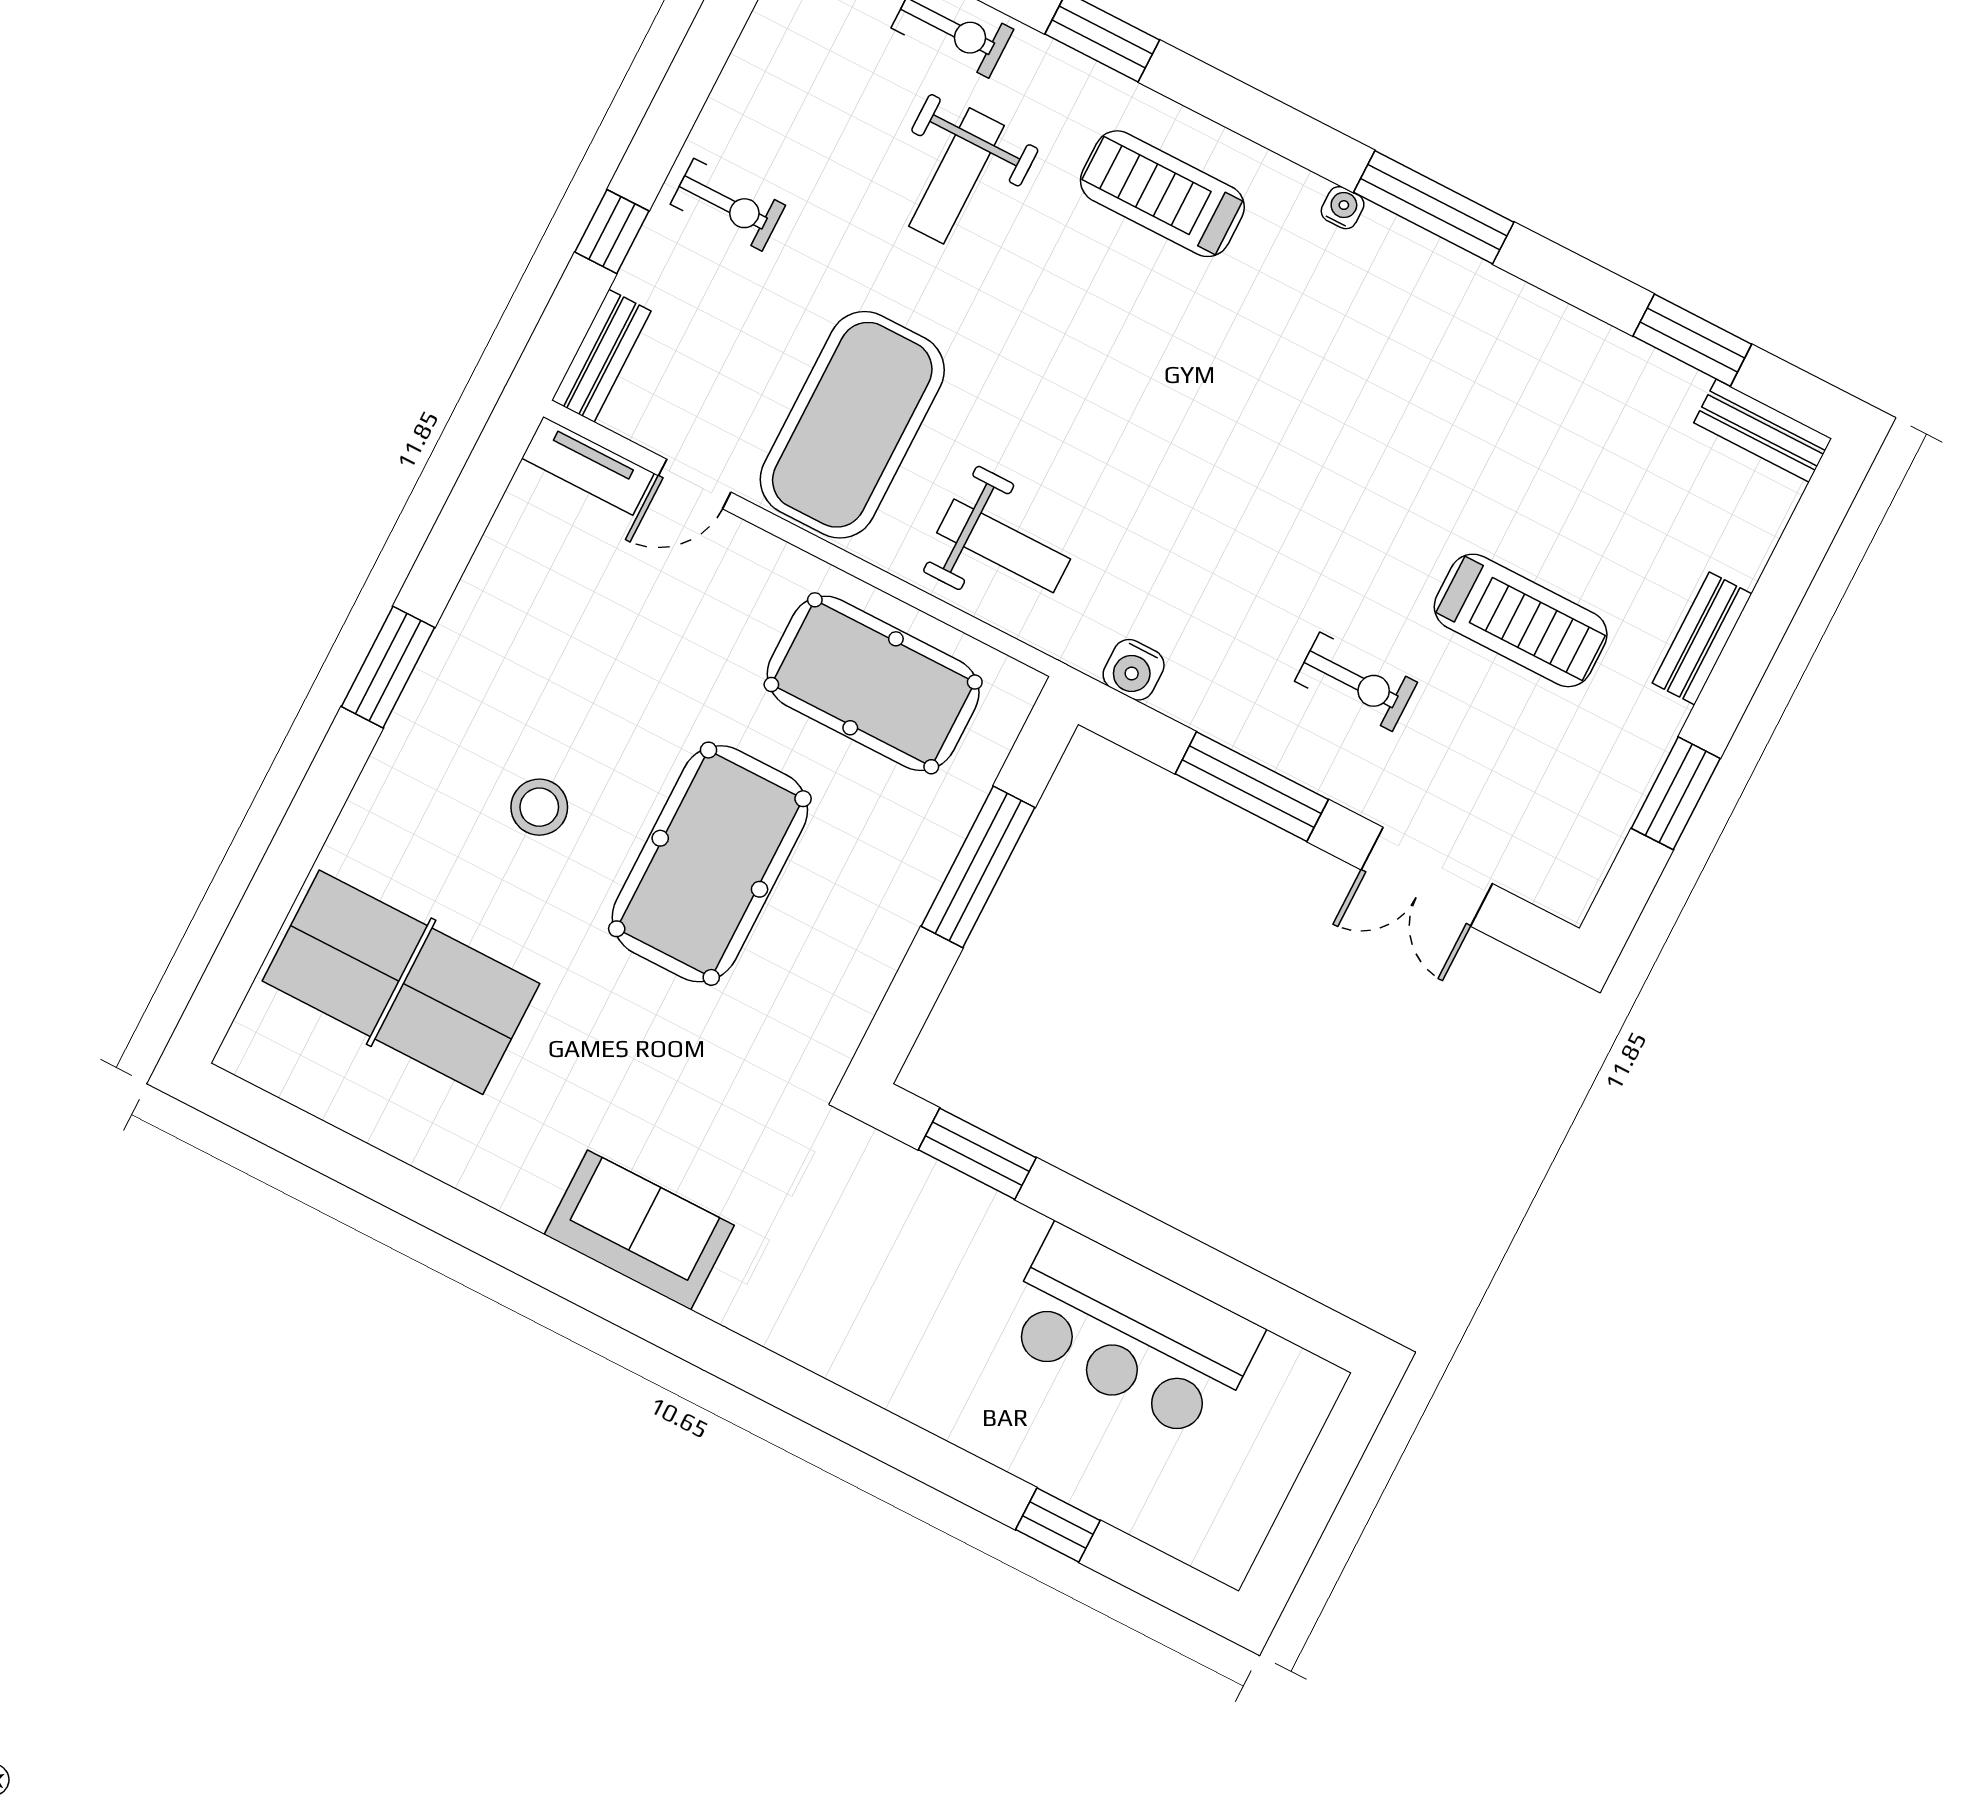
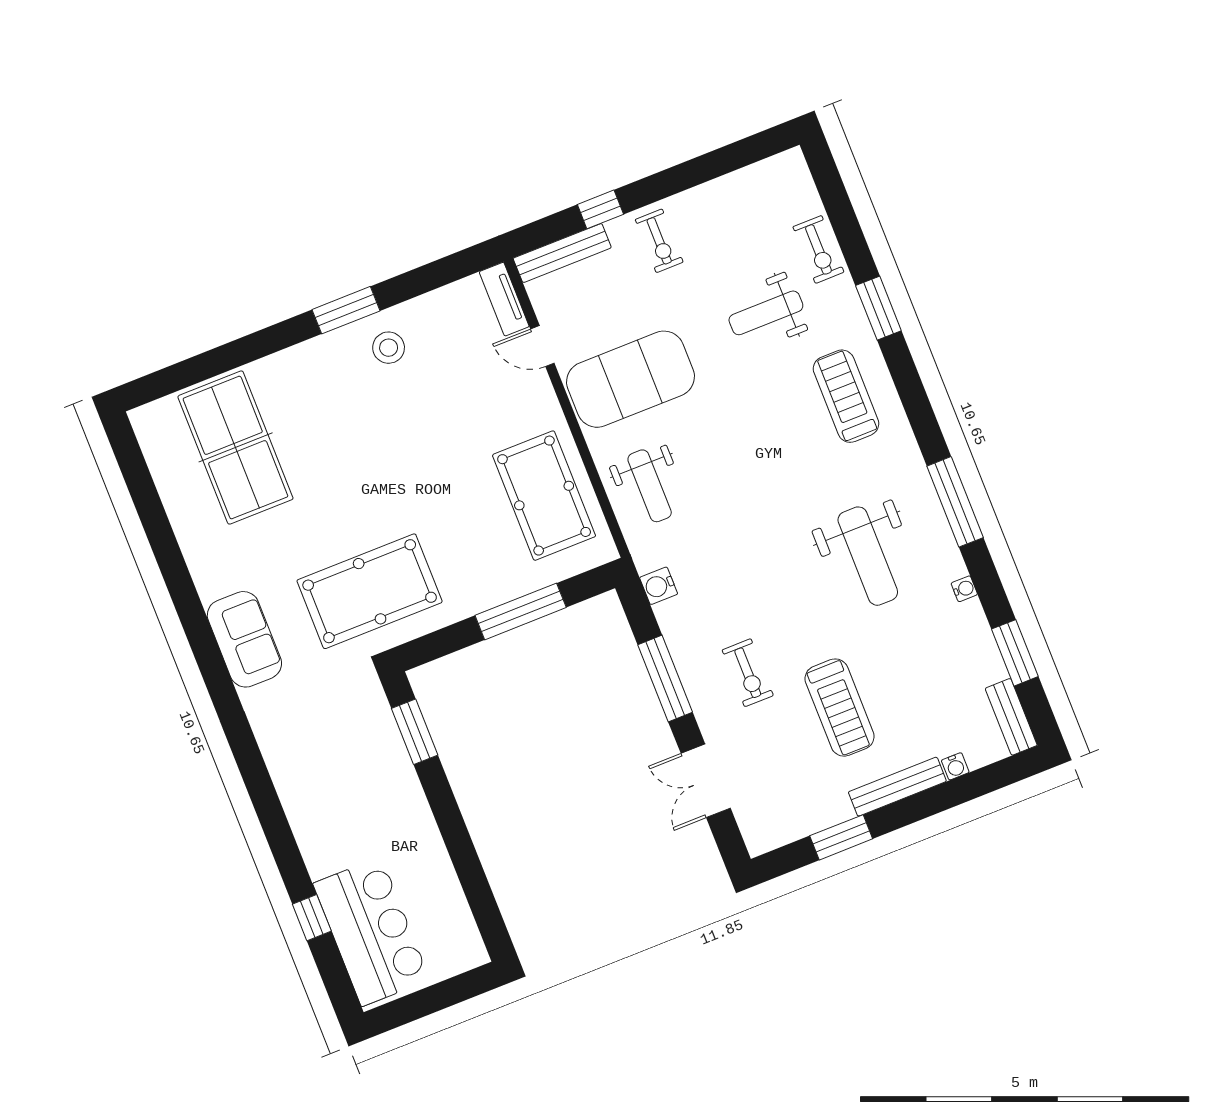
water cooler: (1343, 208) -> (964, 589), moved
bench: (601, 356) -> (562, 253), width x1.36
weight bench: (1380, 383) -> (868, 556), added
water cooler: (1746, 563) -> (955, 766), added
bench: (1702, 638) -> (897, 787), width x1.36
stool: (539, 807) -> (389, 348), moved
pool table: (710, 864) -> (370, 591), moved
bar counter: (1131, 1333) -> (371, 932), moved, turned 180

